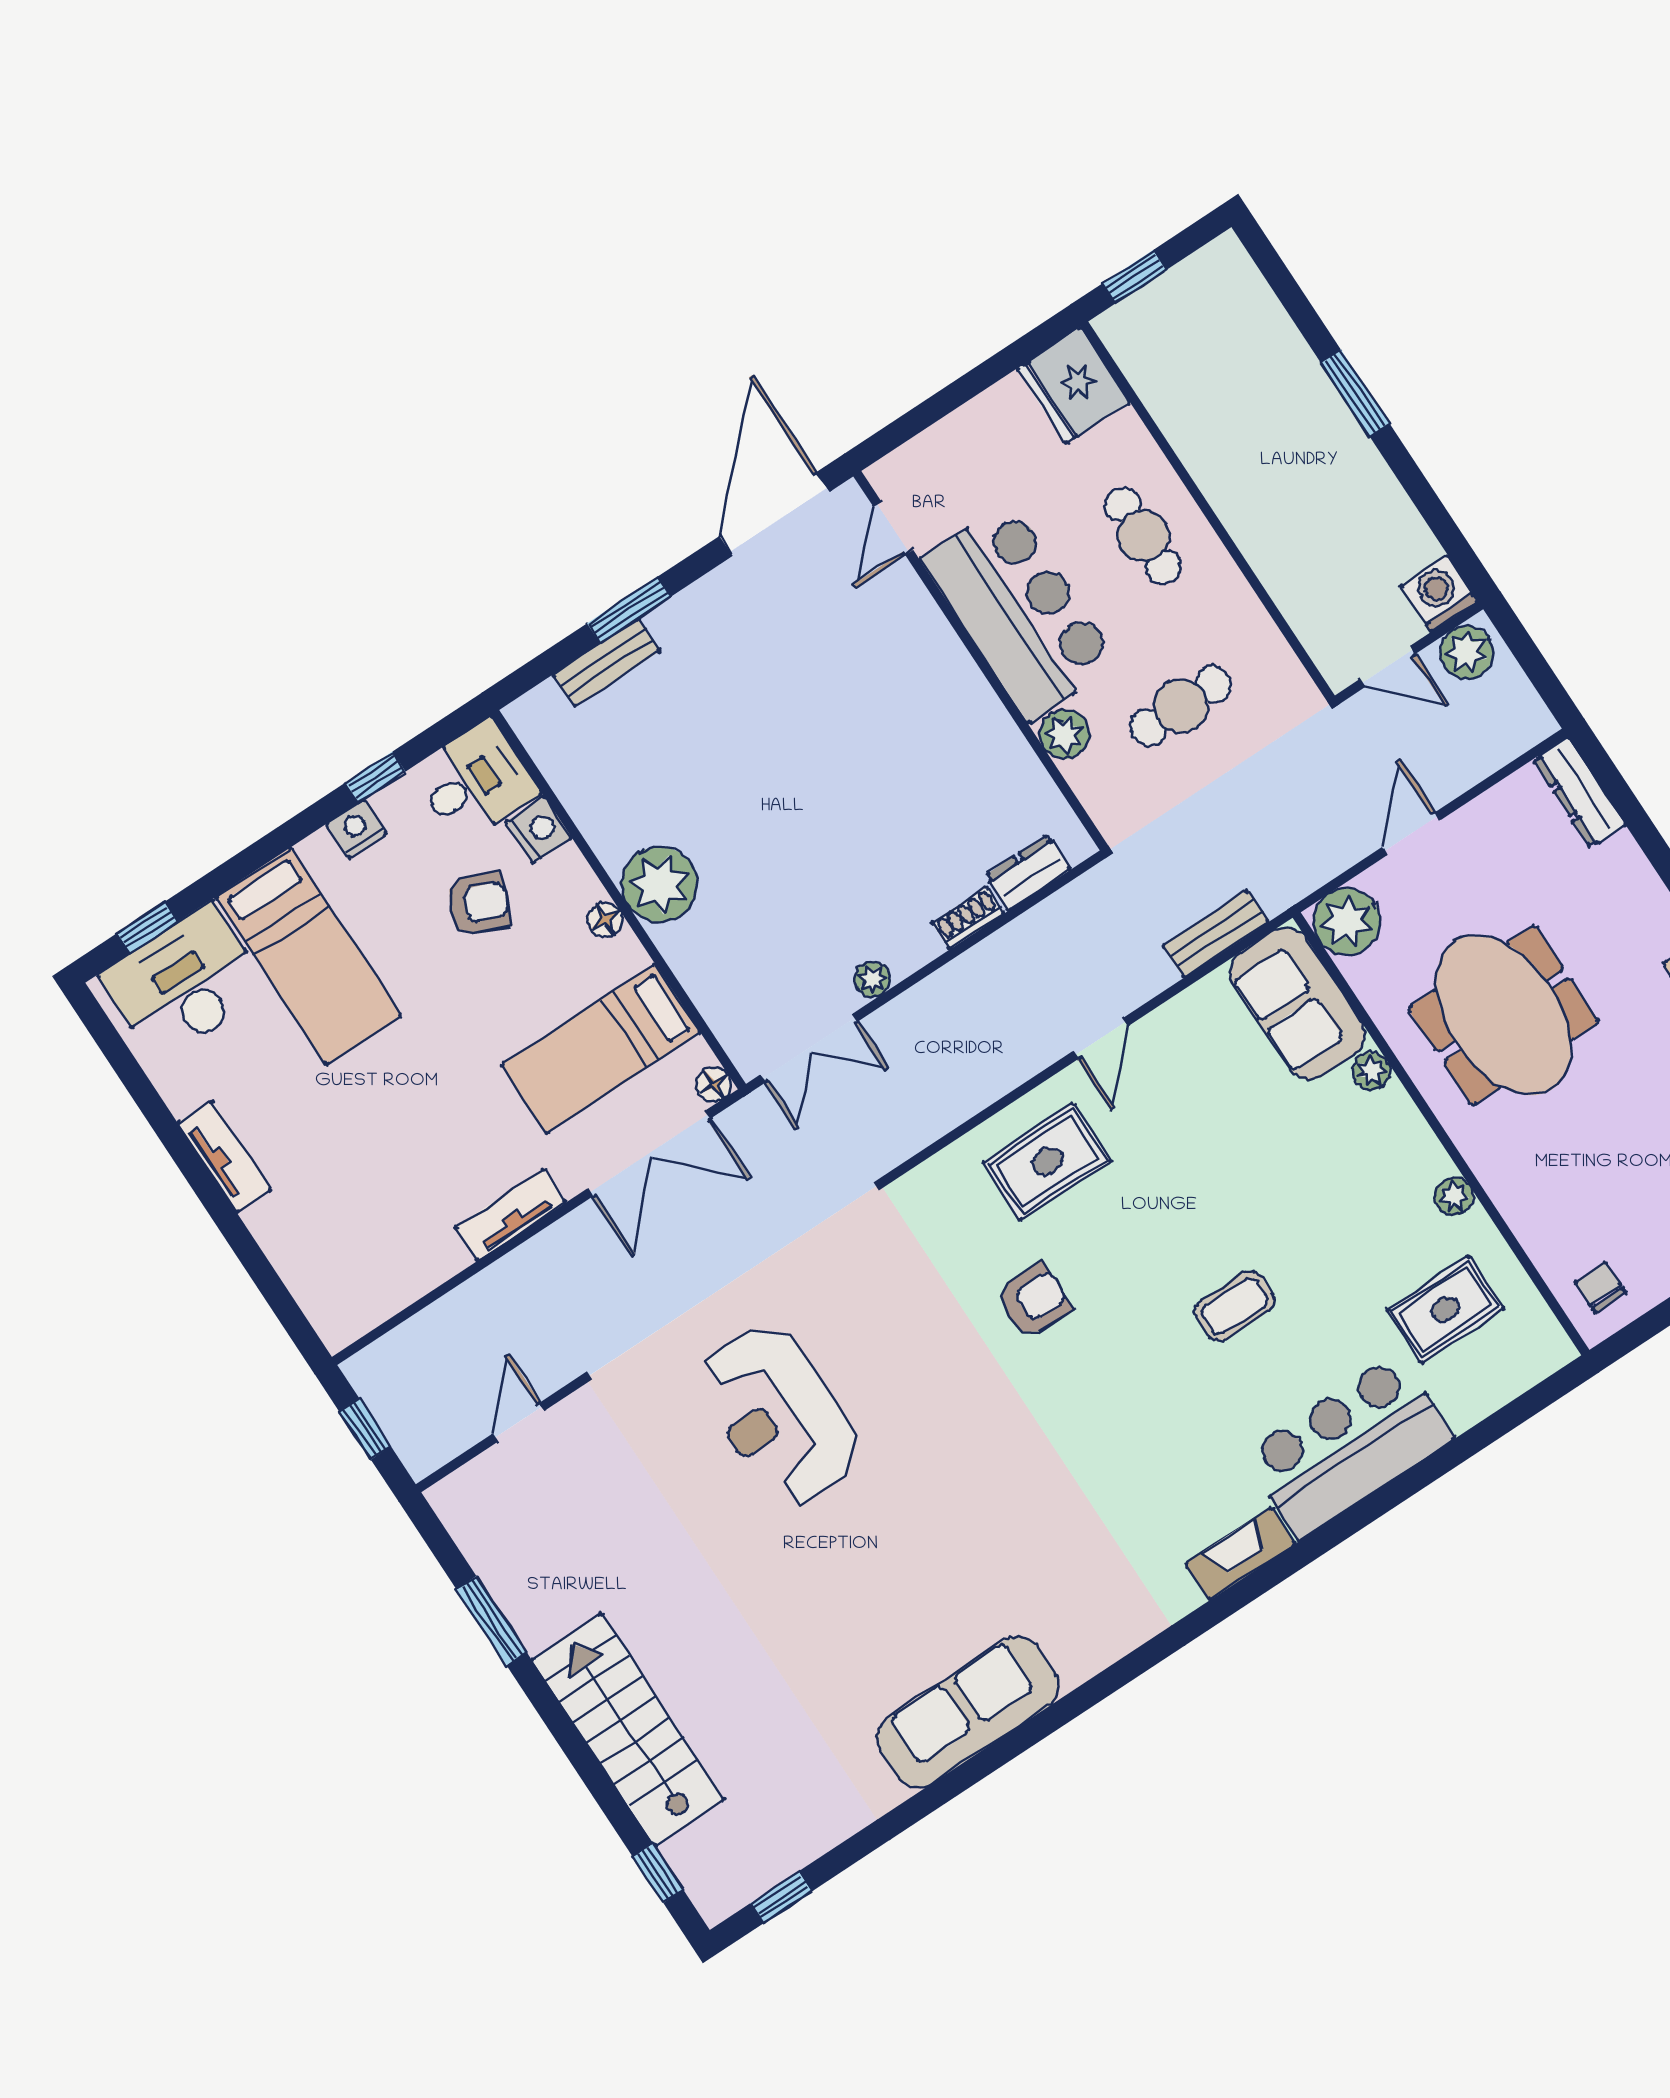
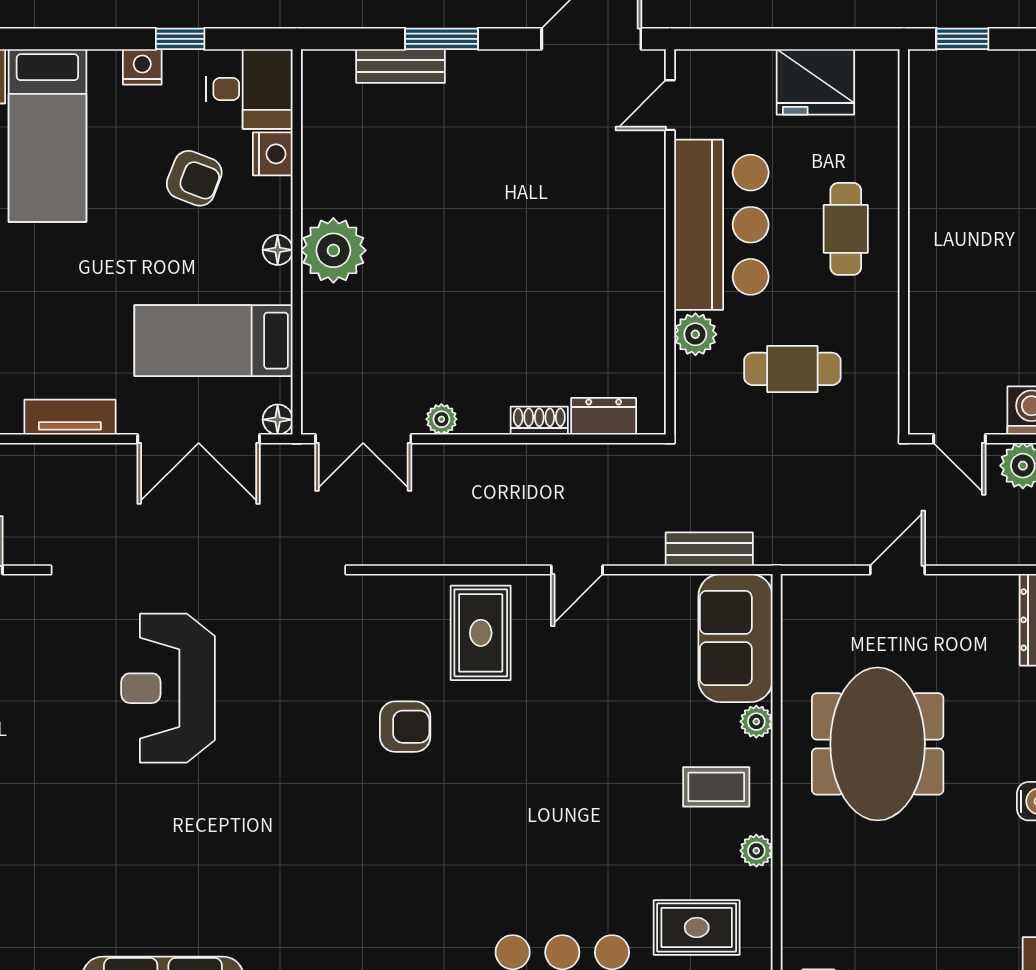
fridge: (1073, 385) -> (815, 82), moved, turned -90
plant: (1347, 922) -> (809, 603), removed
rug: (1047, 1161) -> (481, 633), turned 90
coffee table: (1235, 1306) -> (716, 787), moved

